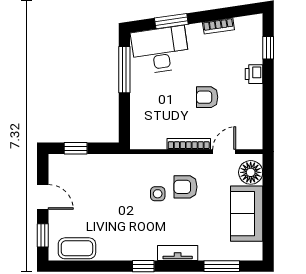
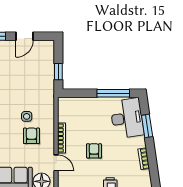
window: (76, 148) -> (58, 72), moved

